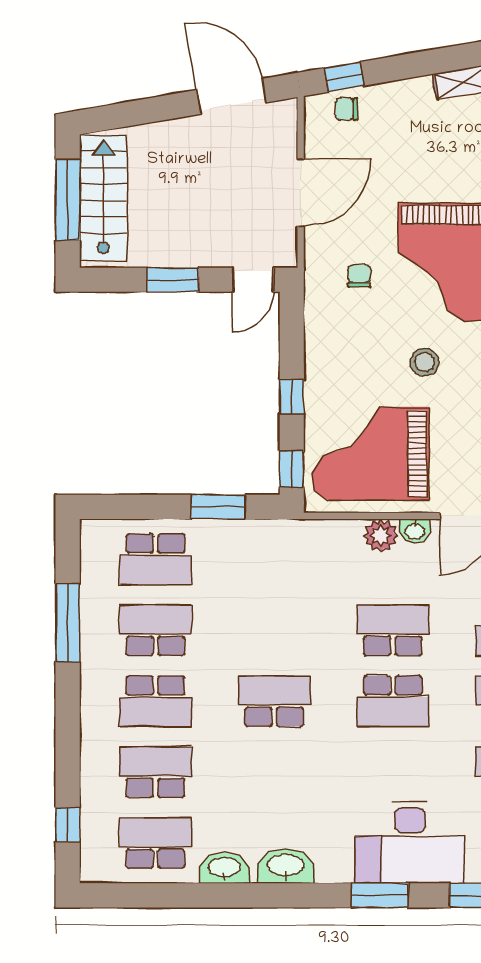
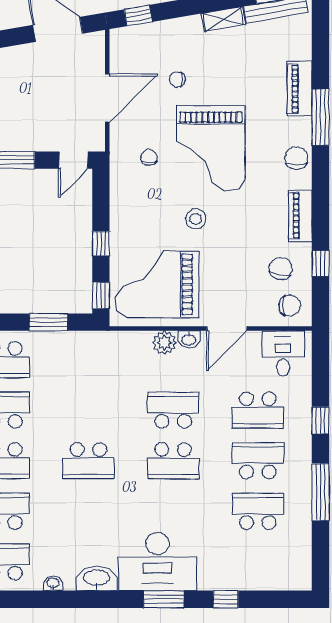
chair: (346, 109) -> (177, 80), moved
school desk: (274, 701) -> (88, 461), turned 180
desk: (410, 842) -> (158, 562), moved
washbasin: (224, 868) -> (53, 583), width x0.52, depth x0.69

